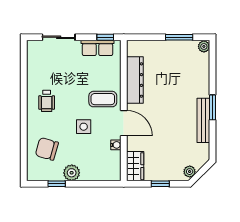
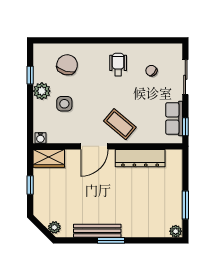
chair: (52, 69) -> (151, 71), added
coffee table: (103, 99) -> (120, 124), turned -50
wheelchair: (47, 101) -> (118, 65), turned 90
side table: (84, 127) -> (64, 104), moved
water cooler: (116, 145) -> (40, 138), moved
plant: (190, 172) -> (54, 227), moved

